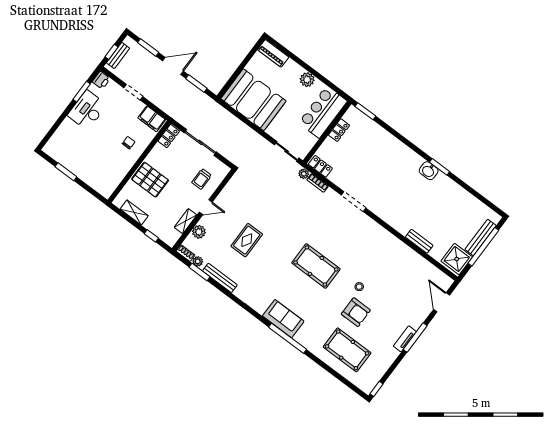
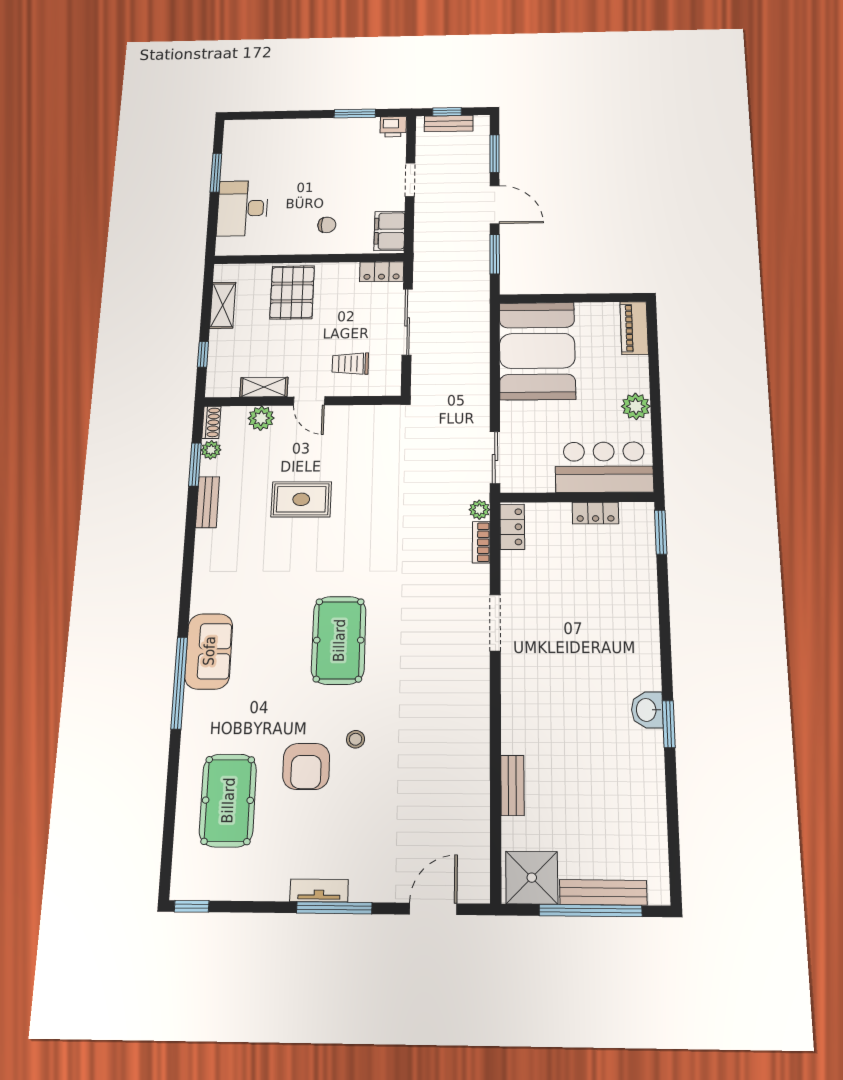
desk: (87, 110) -> (242, 208), moved, turned -90
bench: (220, 278) -> (207, 502), width x0.73

